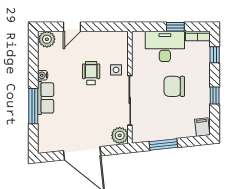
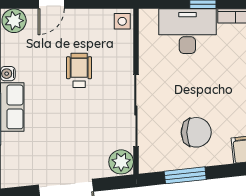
side table: (116, 70) -> (122, 21), moved
chair: (174, 86) -> (196, 132), moved, turned 180

